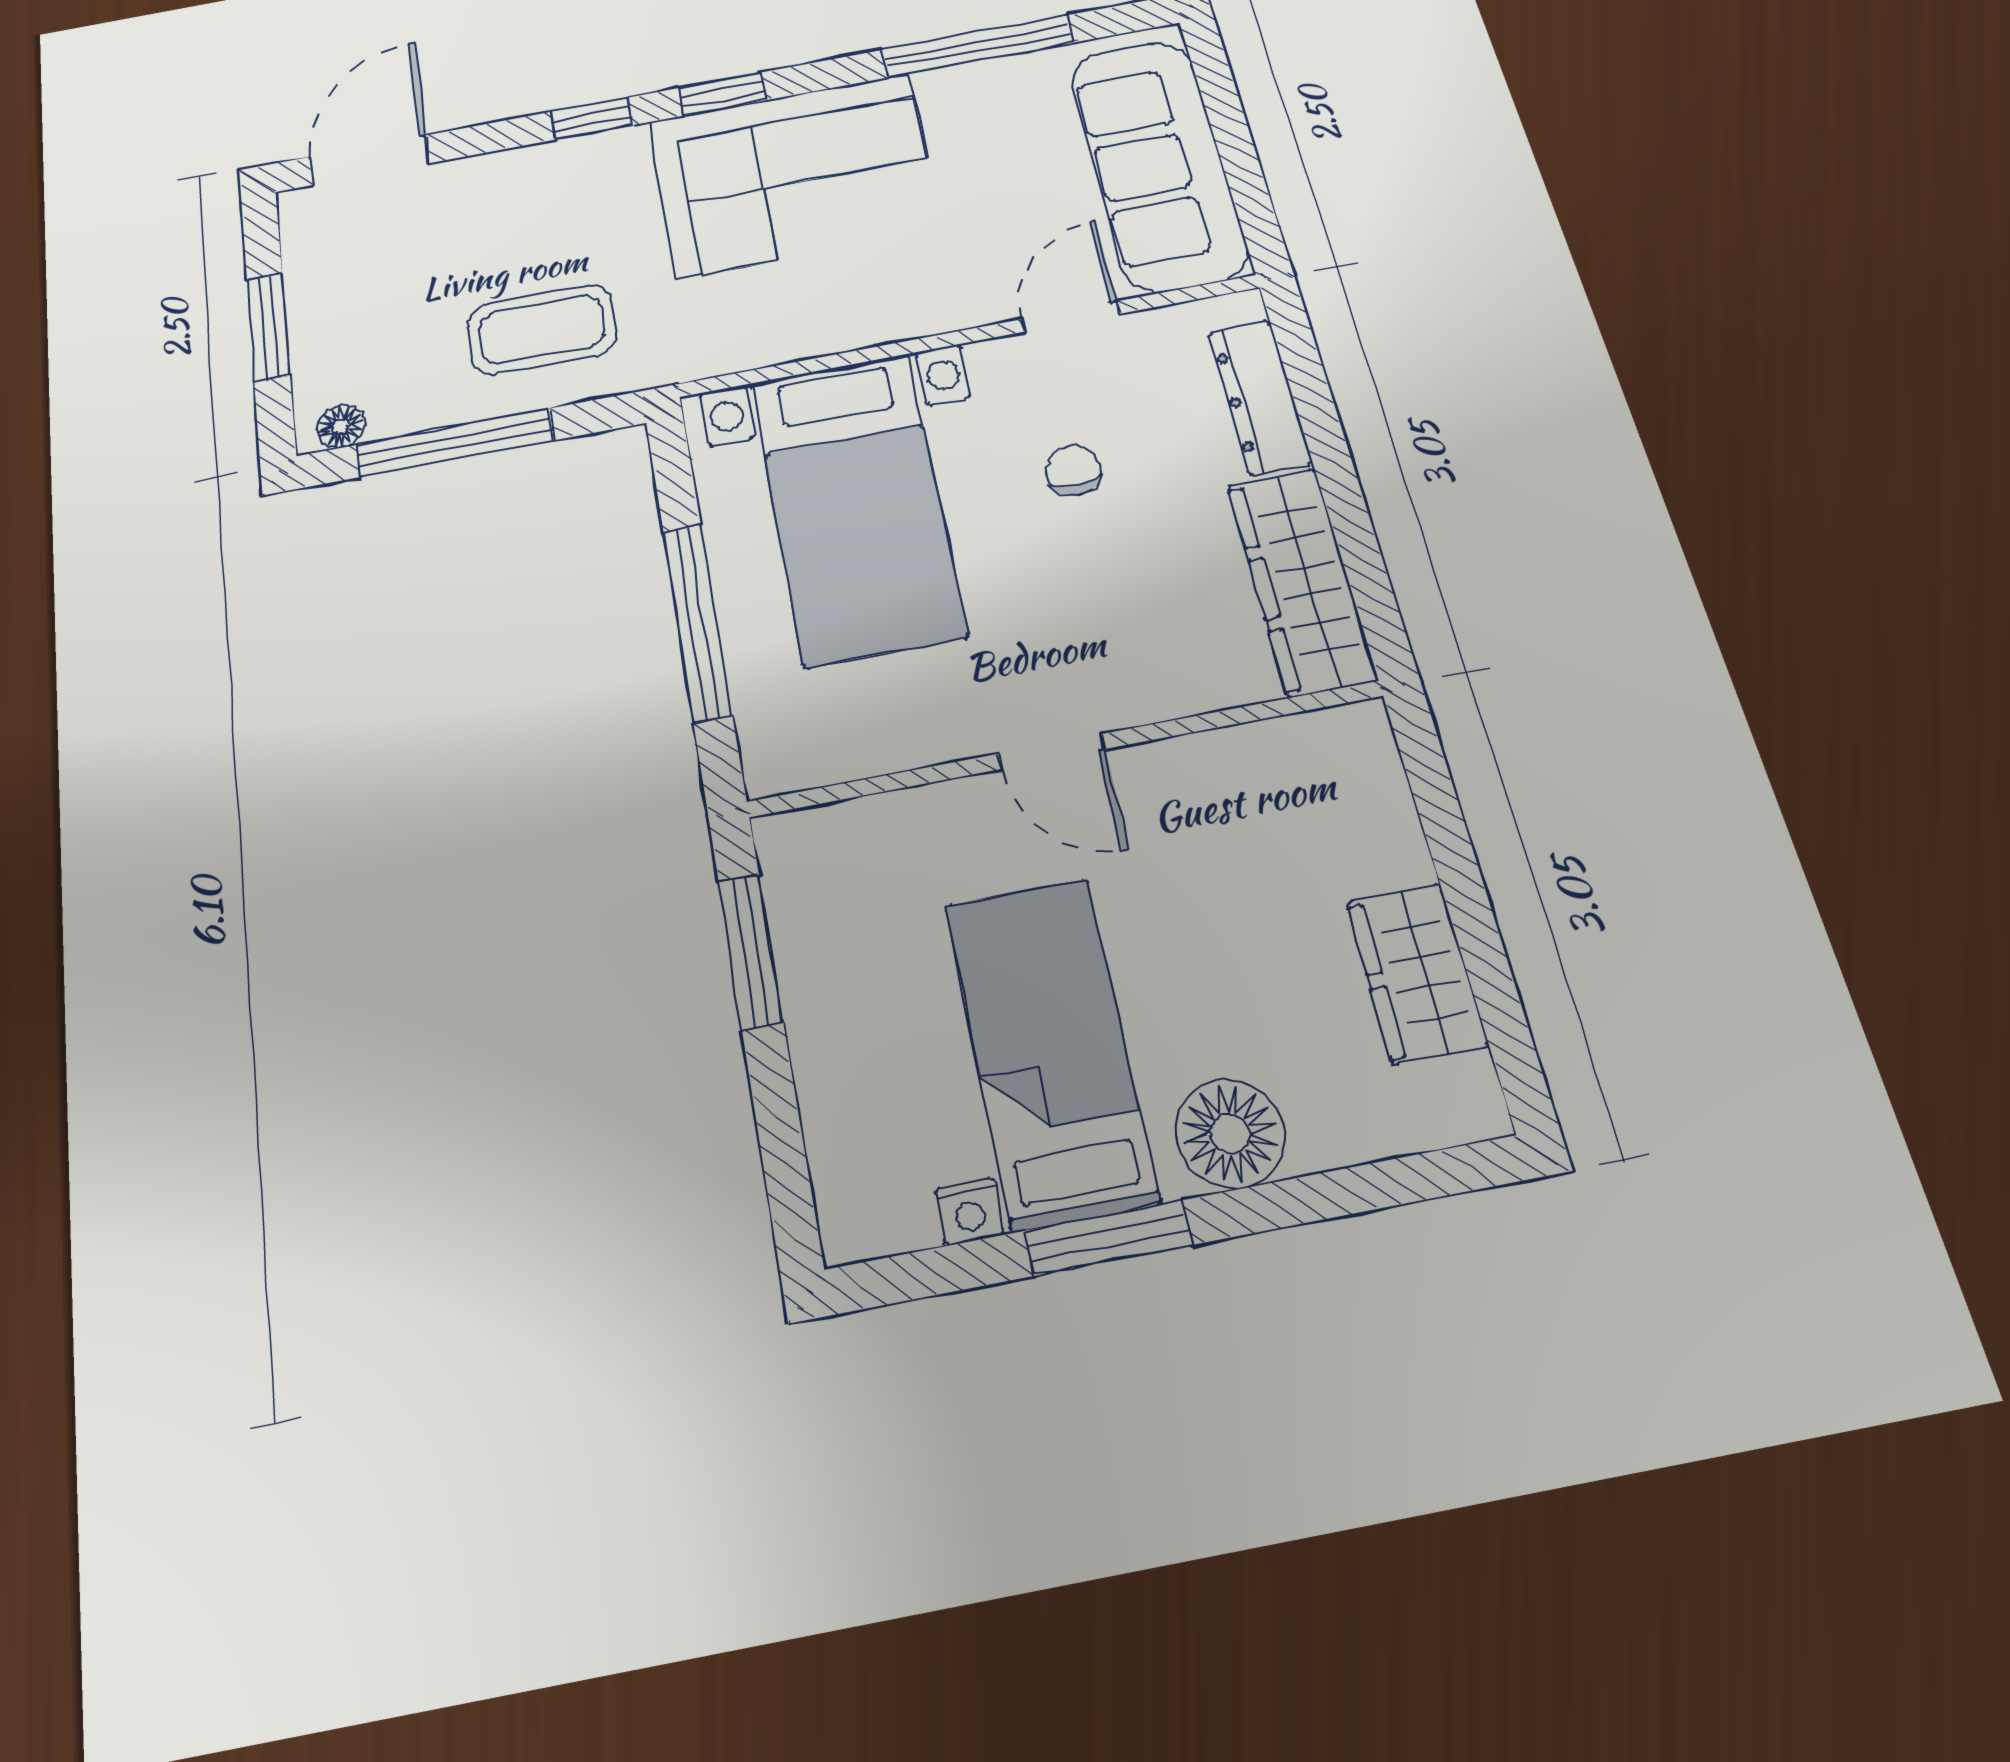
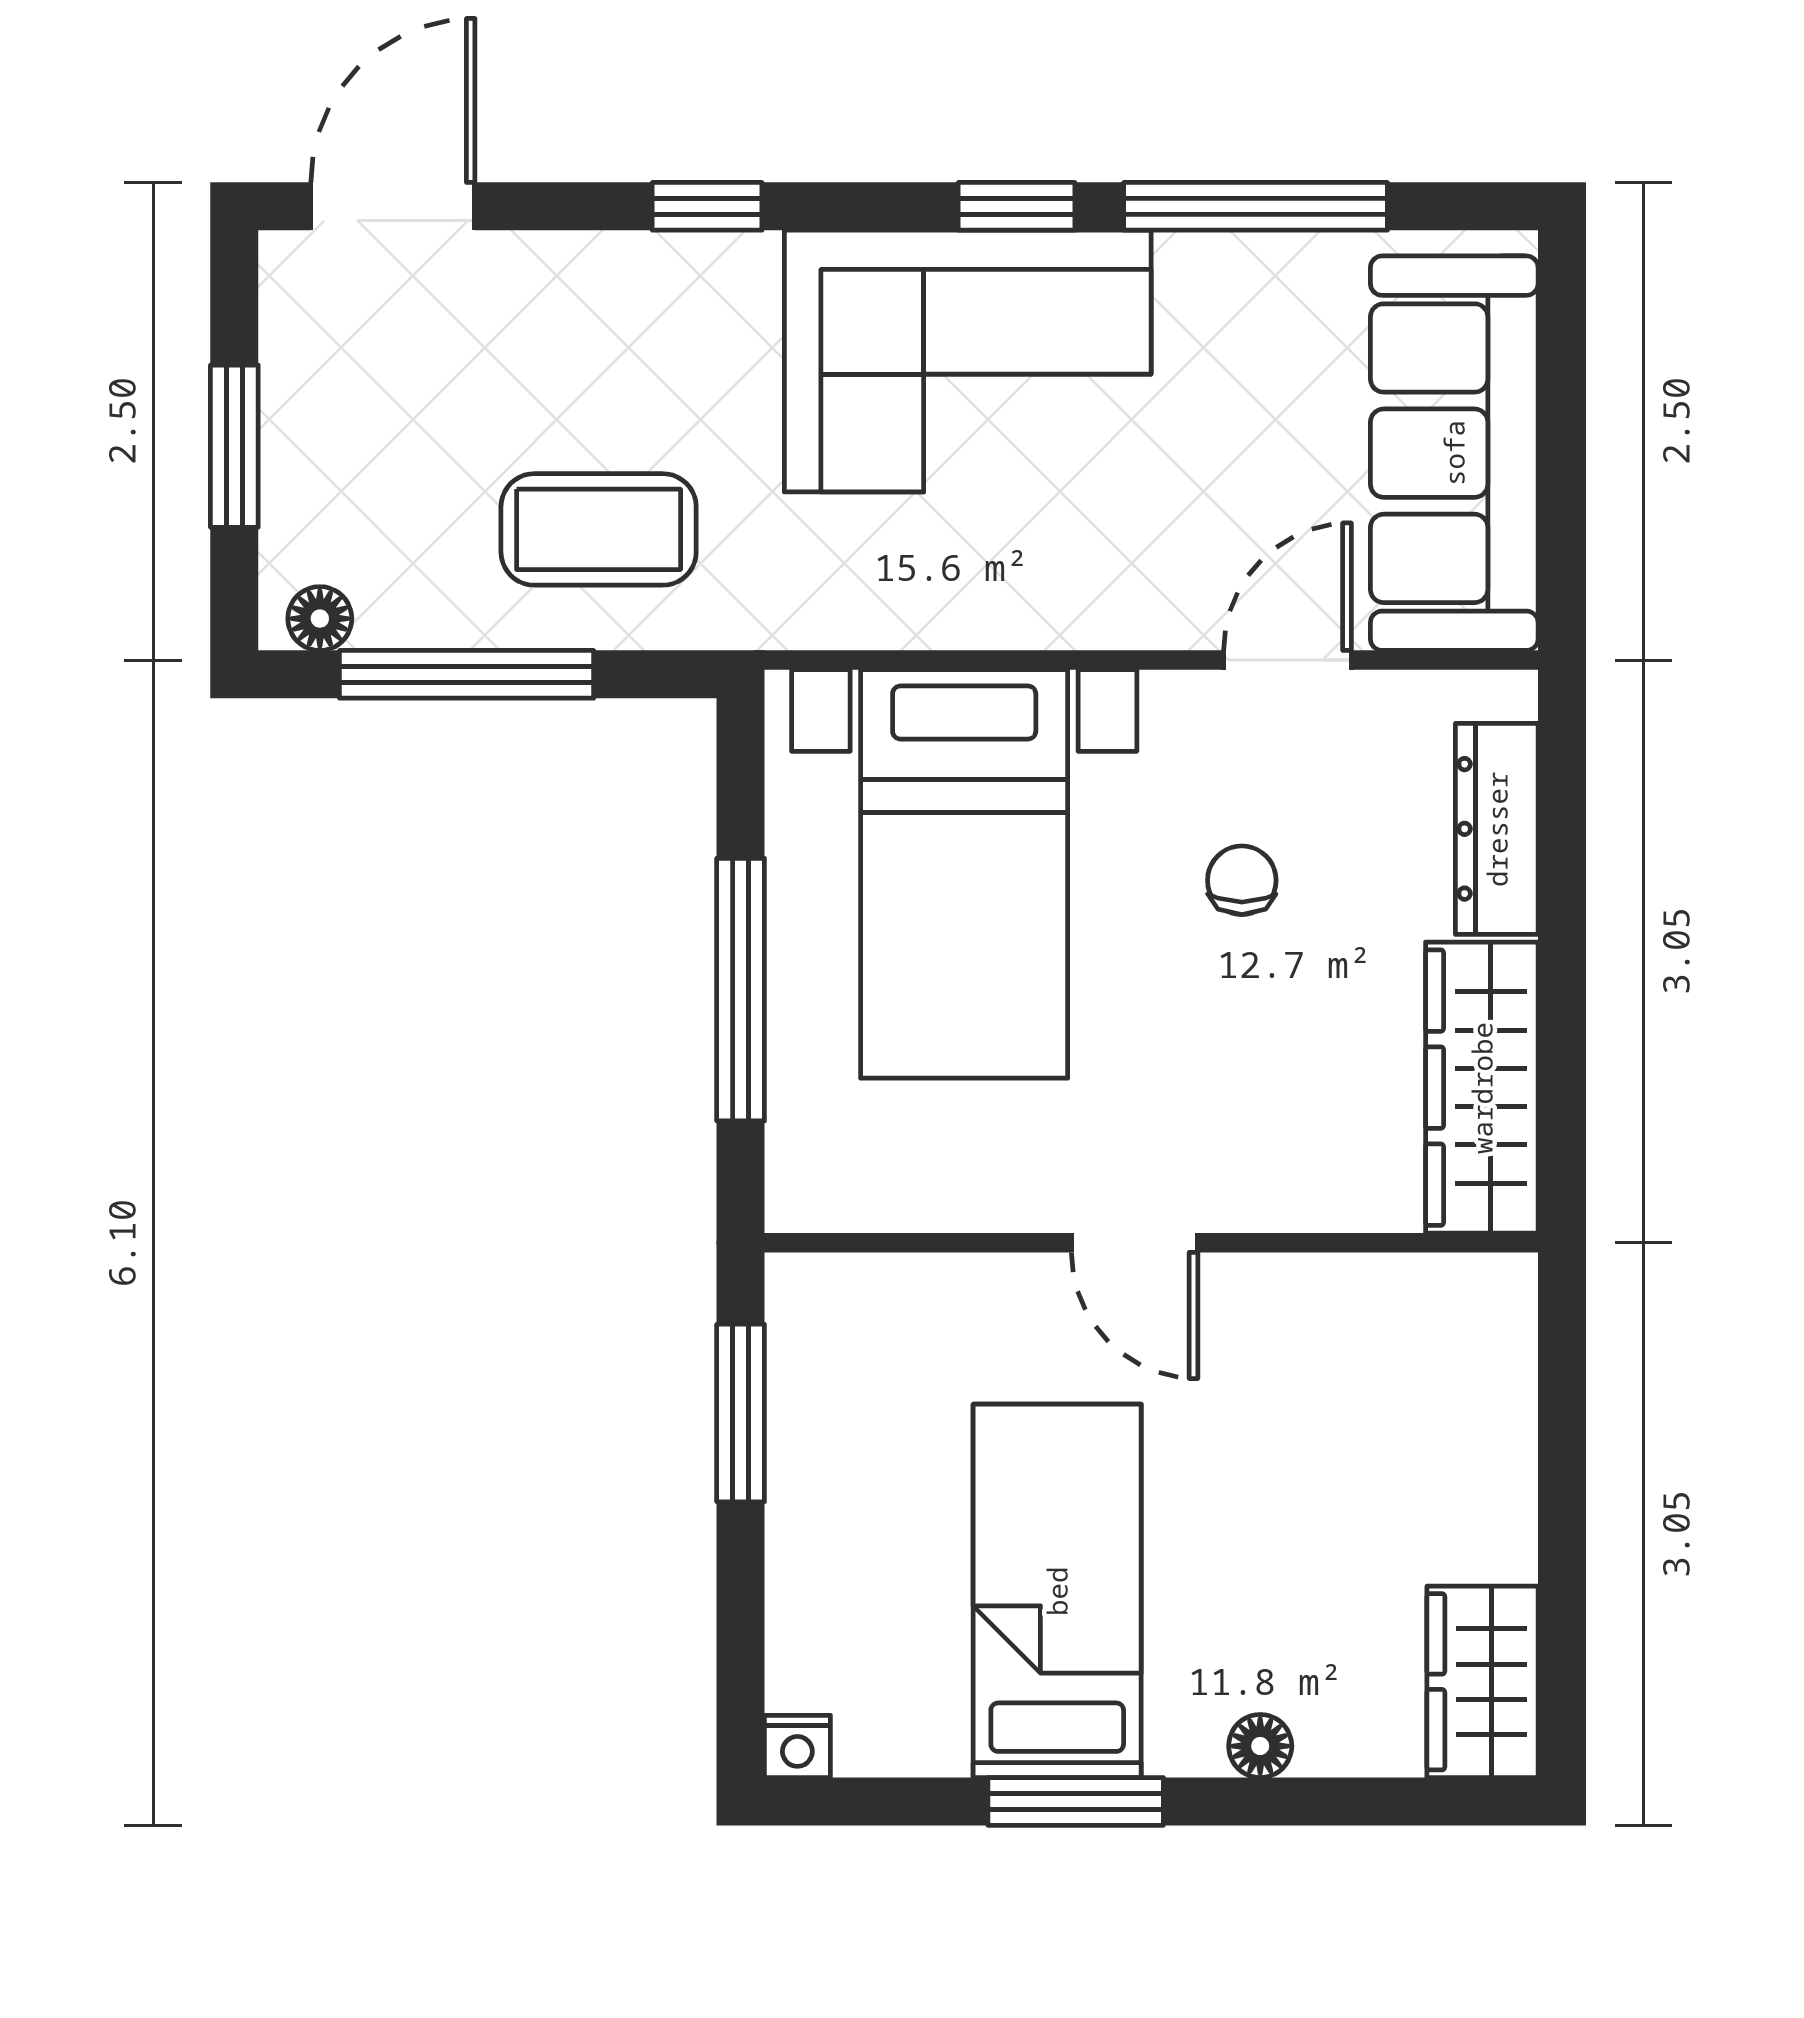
window: (722, 94) -> (1017, 206), moved
wardrobe: (1417, 973) -> (1483, 1682), moved
floor lamp: (1230, 1134) -> (1260, 1746), width x0.53, depth x0.53
nightstand: (969, 1212) -> (797, 1746), moved

